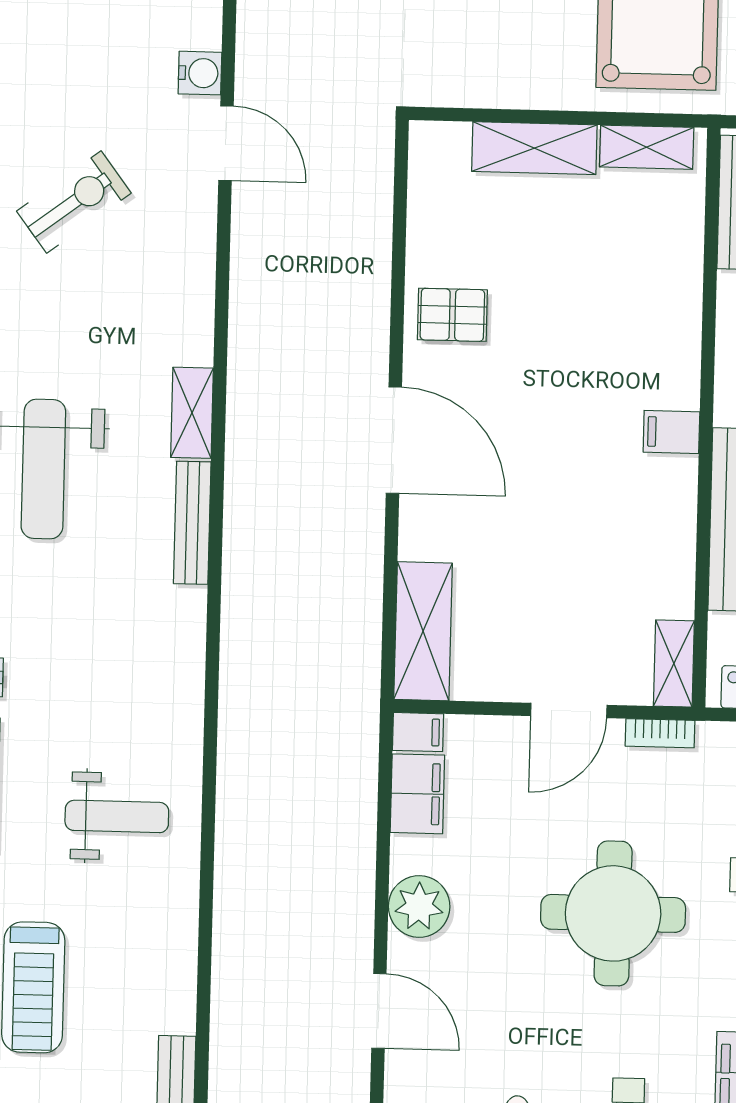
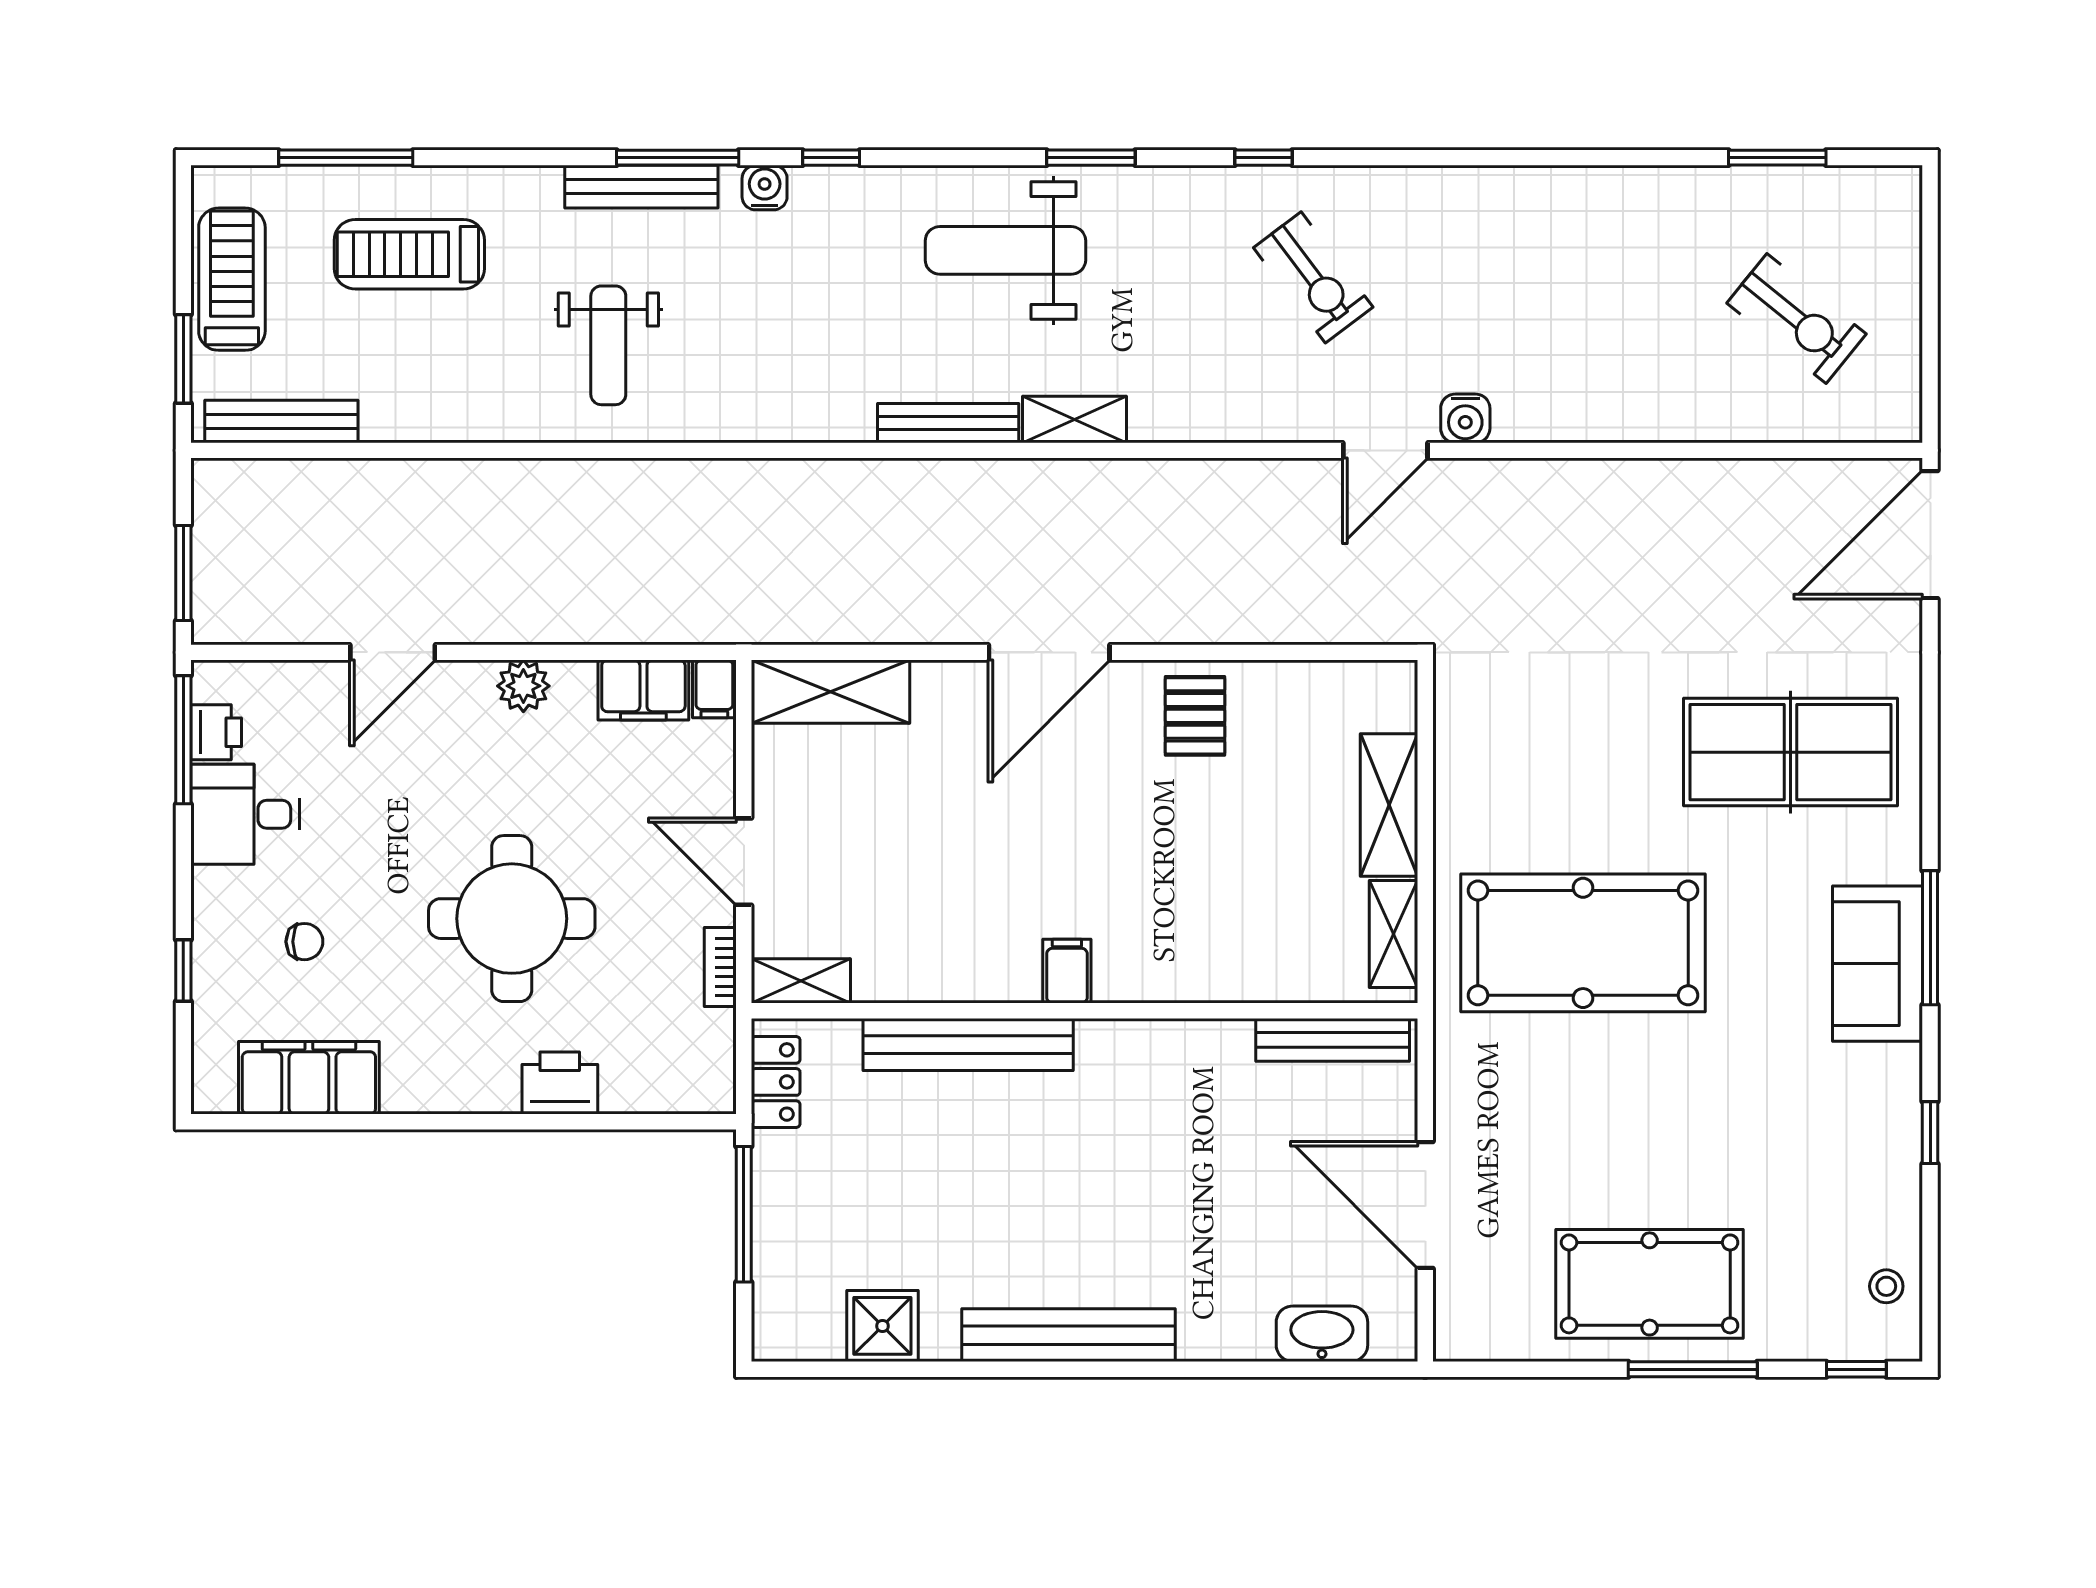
plant: (419, 906) -> (523, 686), width x0.73, depth x0.73

